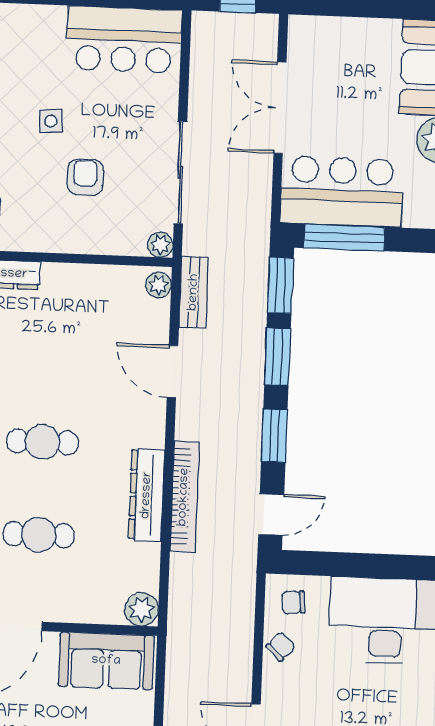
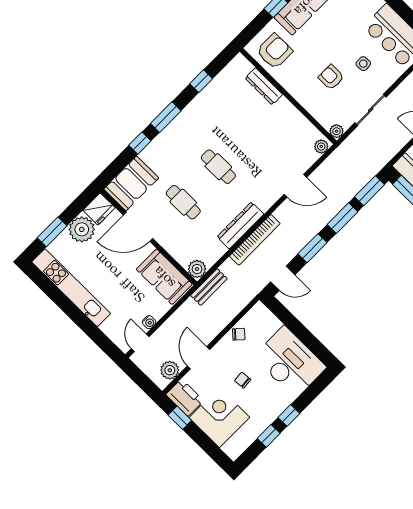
side table: (51, 121) -> (363, 64), moved
sliding door: (180, 173) -> (371, 110), width x0.73
armchair: (85, 177) -> (331, 77), turned -90
bench: (194, 292) -> (209, 287), moved
door: (172, 371) -> (295, 186), swing flipped
chair: (293, 602) -> (243, 380), moved

